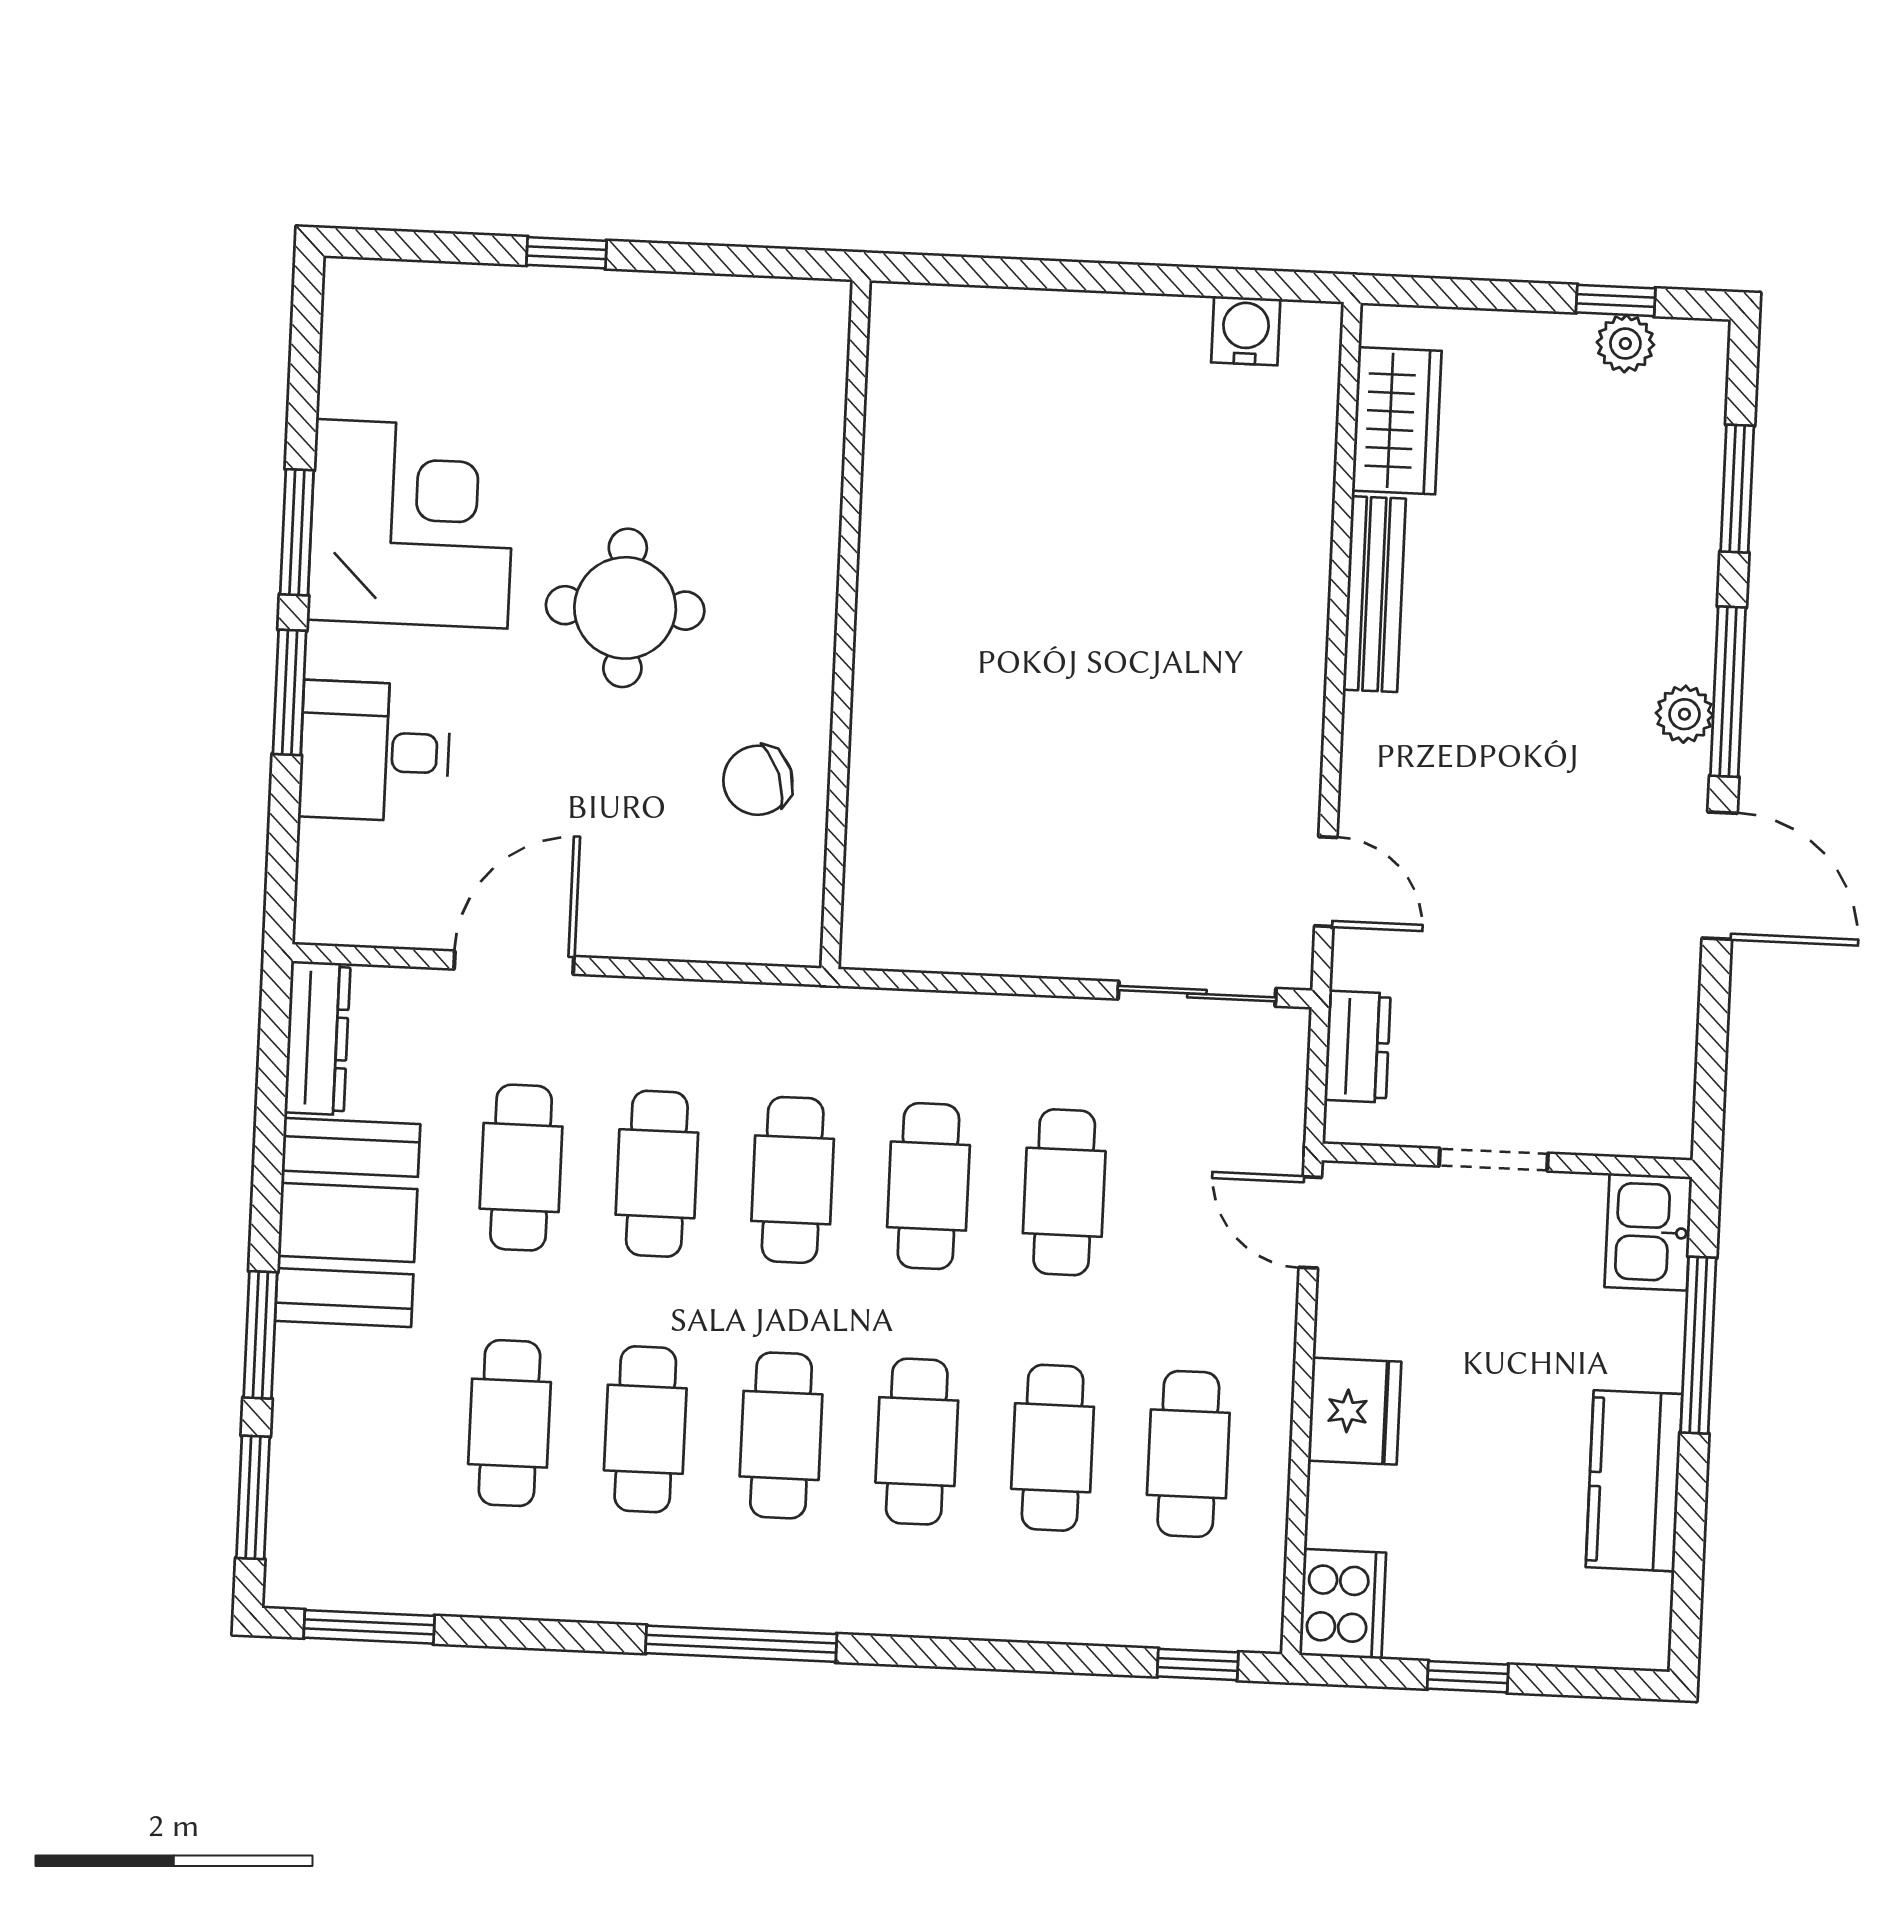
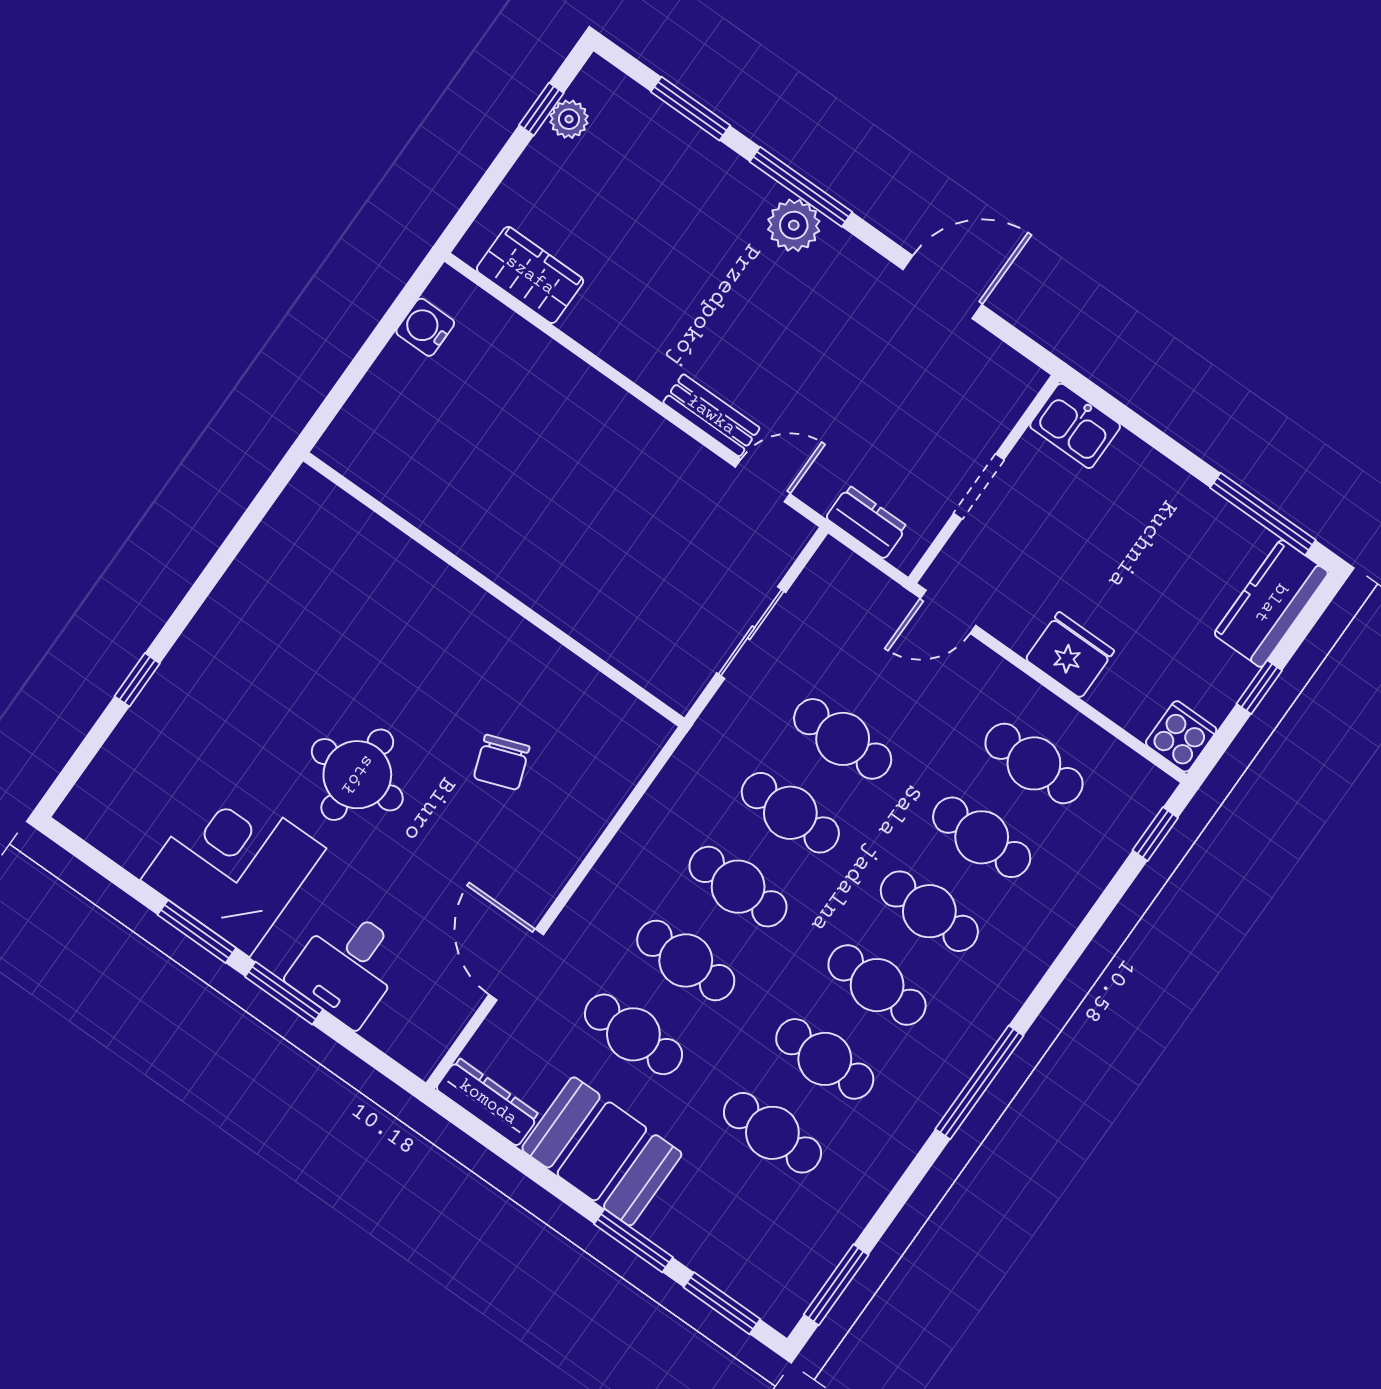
bench: (1374, 594) -> (711, 415), moved, width x0.73
wall: (846, 624) -> (494, 589), moved
plant: (1684, 714) -> (794, 225), width x1.38, depth x1.38
door: (1720, 876) -> (943, 287), moved
sliding door: (1197, 994) -> (751, 633), moved
window: (1698, 1345) -> (1263, 514), moved
kitchen counter: (1634, 1481) -> (1271, 603), moved, turned 90
cooker: (1343, 1604) -> (1181, 736), width x0.73

